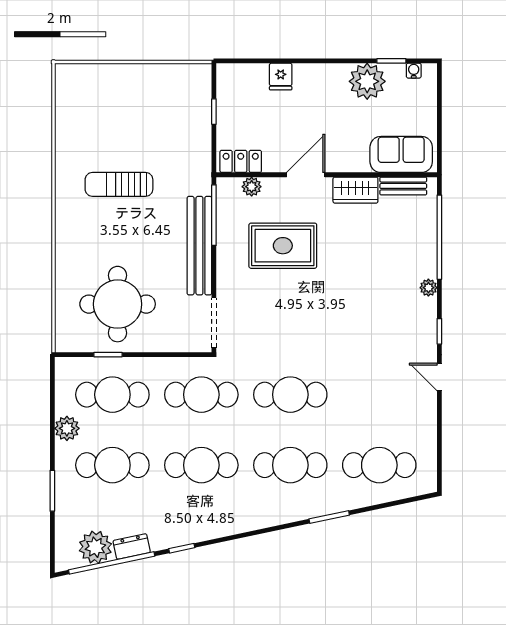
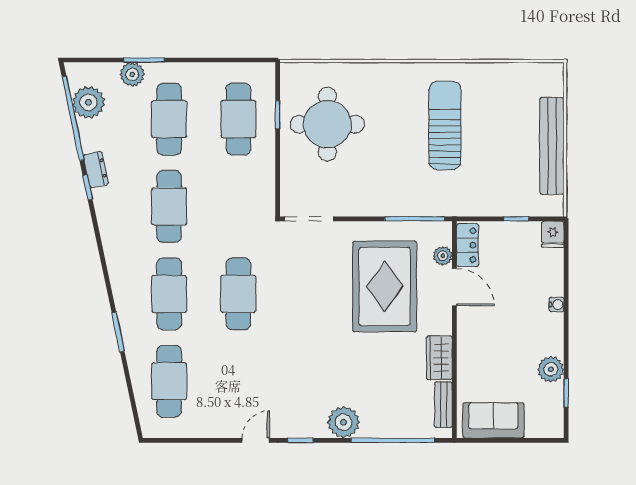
water cooler: (414, 71) -> (557, 304), moved
fridge: (281, 77) -> (553, 234), moved, turned -90
plant: (367, 81) -> (551, 369), width x0.73, depth x0.73
sofa: (401, 154) -> (493, 420), moved, turned -90
door: (306, 175) -> (454, 287), moved
sun lounger: (119, 184) -> (445, 126), width x1.36, depth x1.34
bench: (199, 246) -> (552, 146), moved, turned 90
rug: (283, 246) -> (385, 286), width x1.37, depth x1.44
plant: (428, 288) -> (343, 422), width x1.88, depth x1.88
cafe table: (201, 395) -> (238, 206), removed
plant: (67, 428) -> (132, 74), moved
dresser: (132, 546) -> (96, 170), moved

